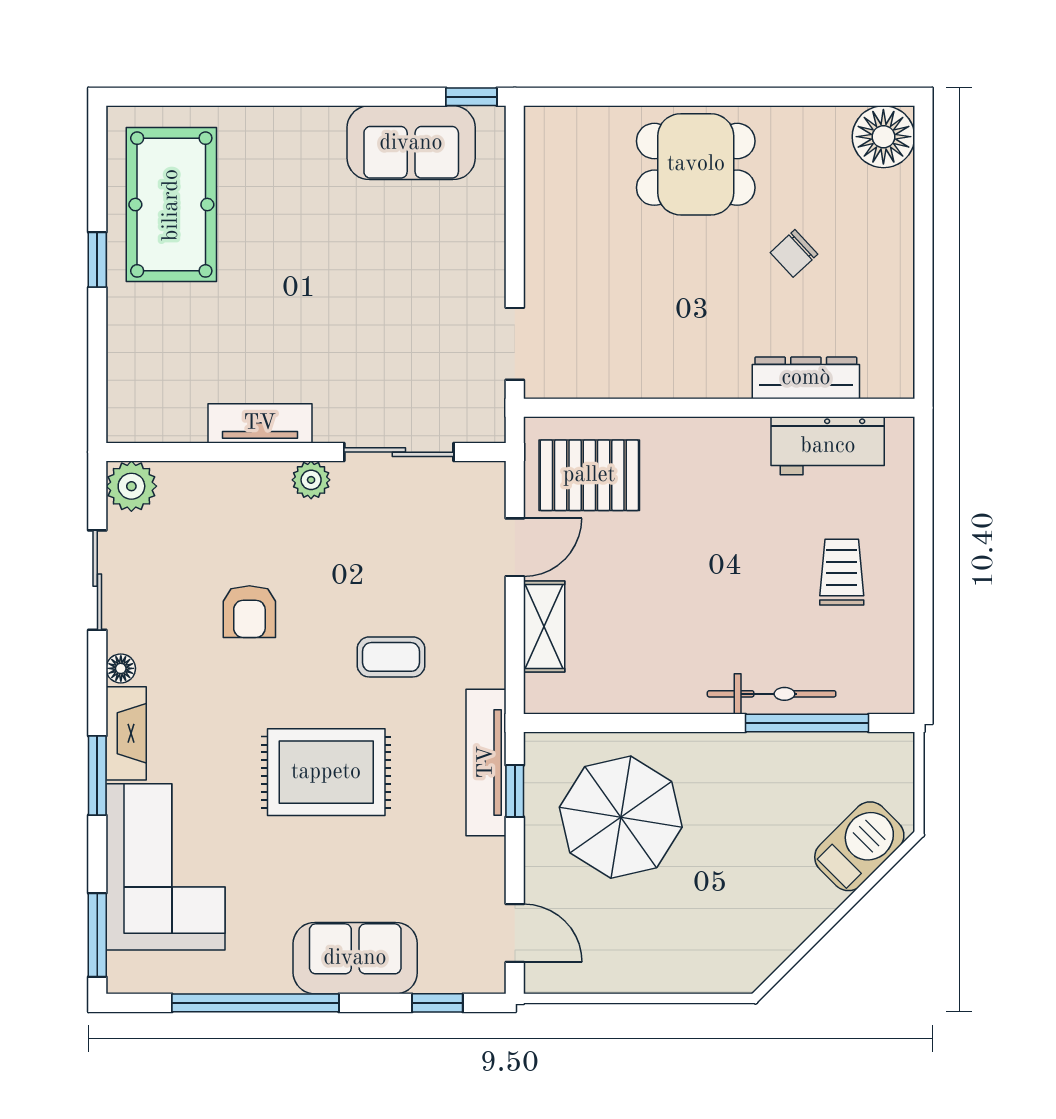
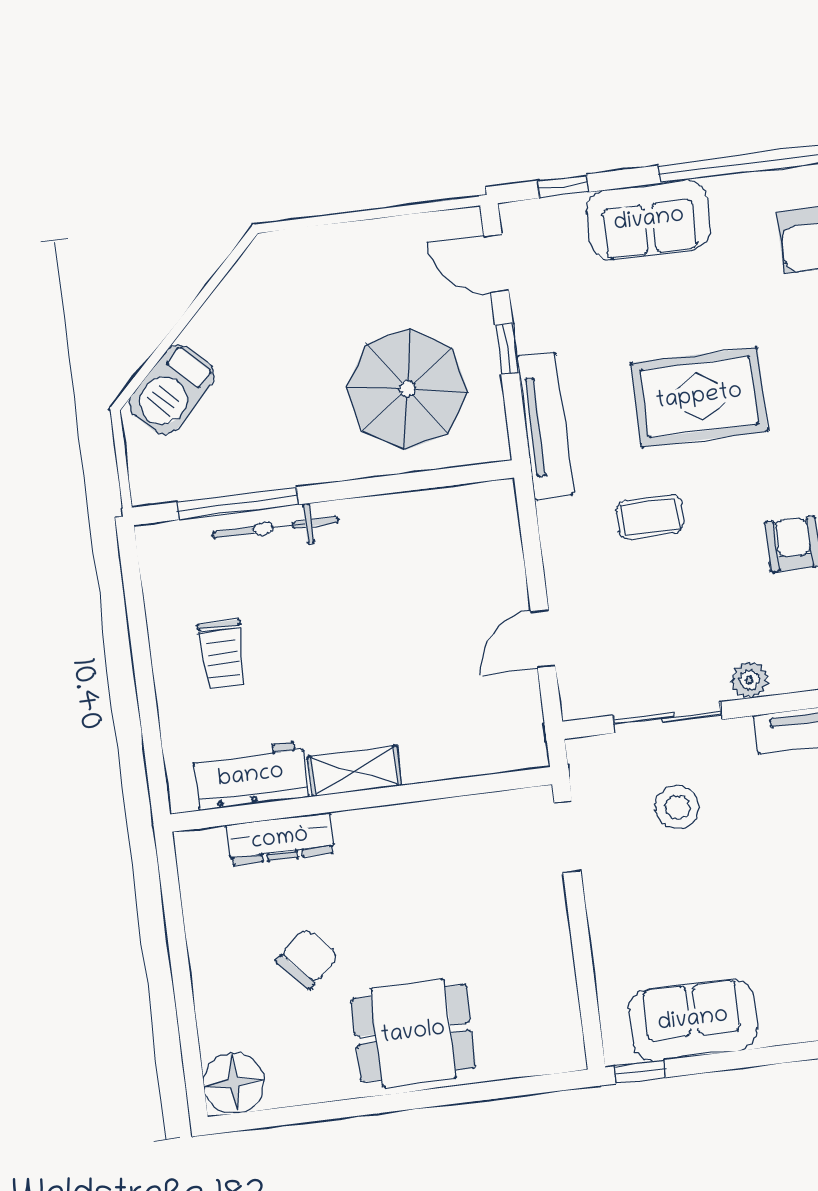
chair: (794, 253) -> (307, 959), width x1.37, depth x1.37
stool: (400, 360) -> (677, 807), added
pallet: (589, 475) -> (479, 718), removed
shelving: (544, 627) -> (355, 771), moved, turned 90
window: (515, 791) -> (507, 348), moved

